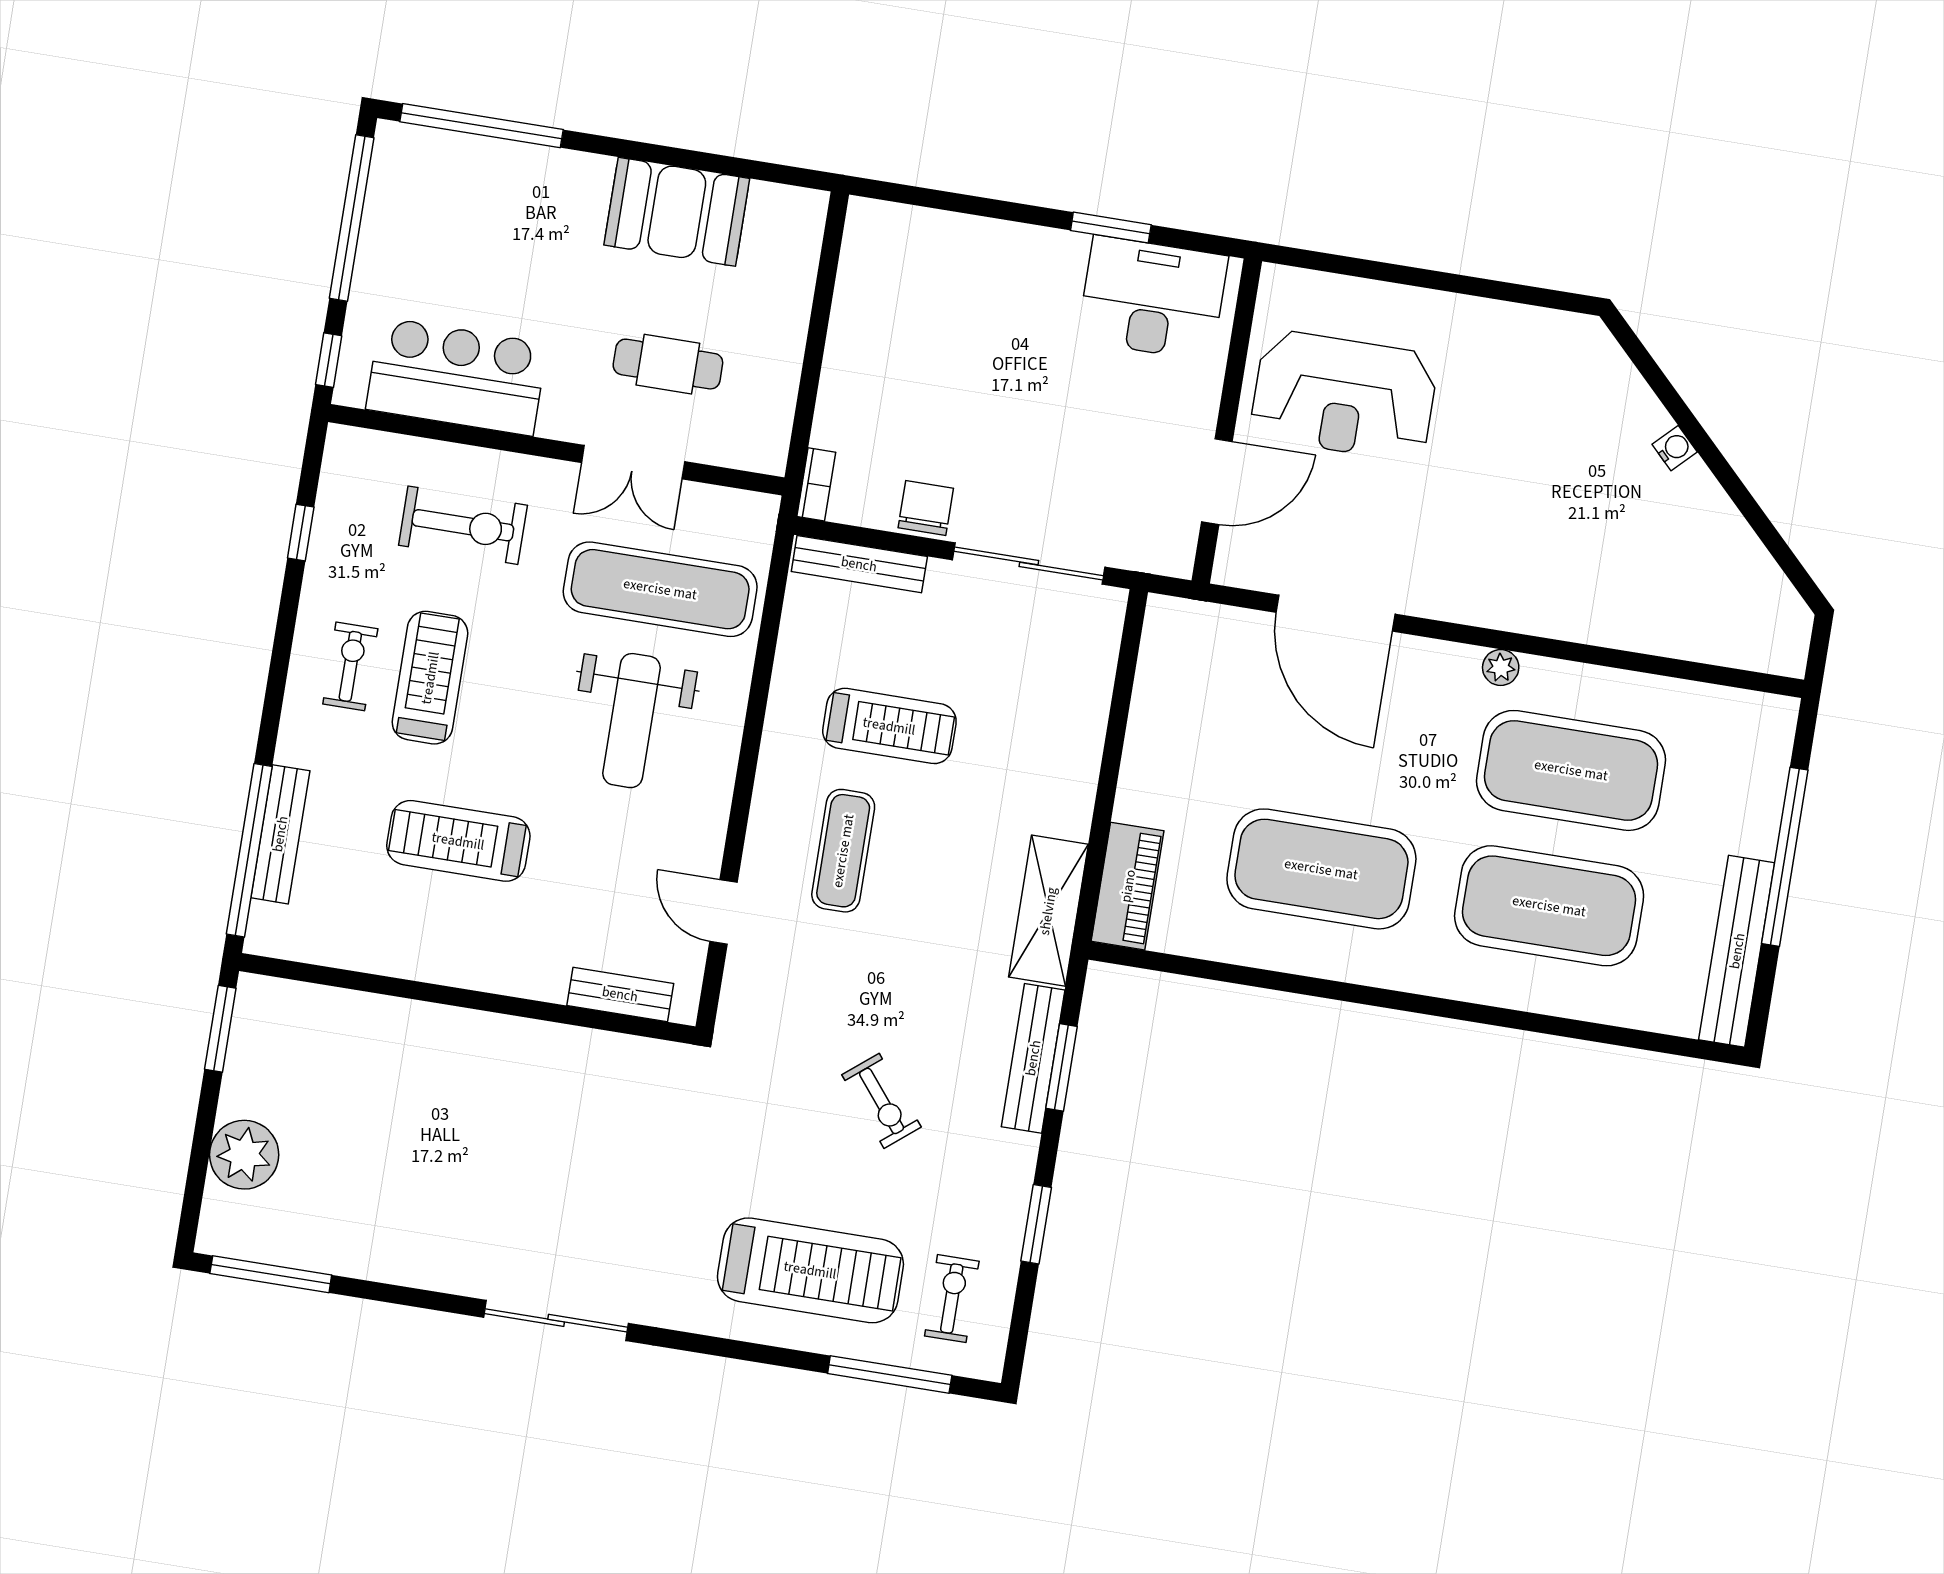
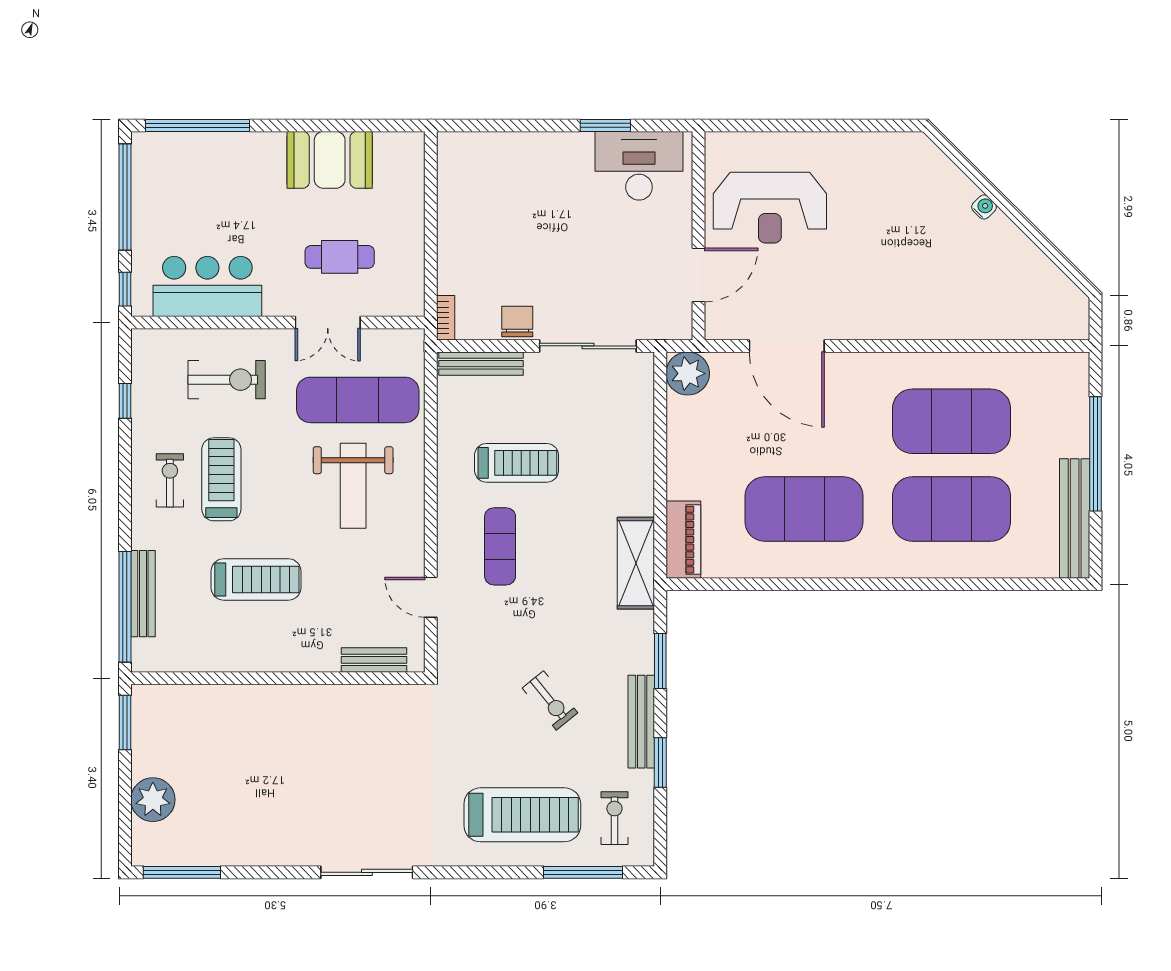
plant: (1501, 668) -> (688, 373), moved, width x1.88, depth x1.88
treadmill: (458, 841) -> (256, 579), turned 180
bench: (1033, 1058) -> (641, 722), moved

